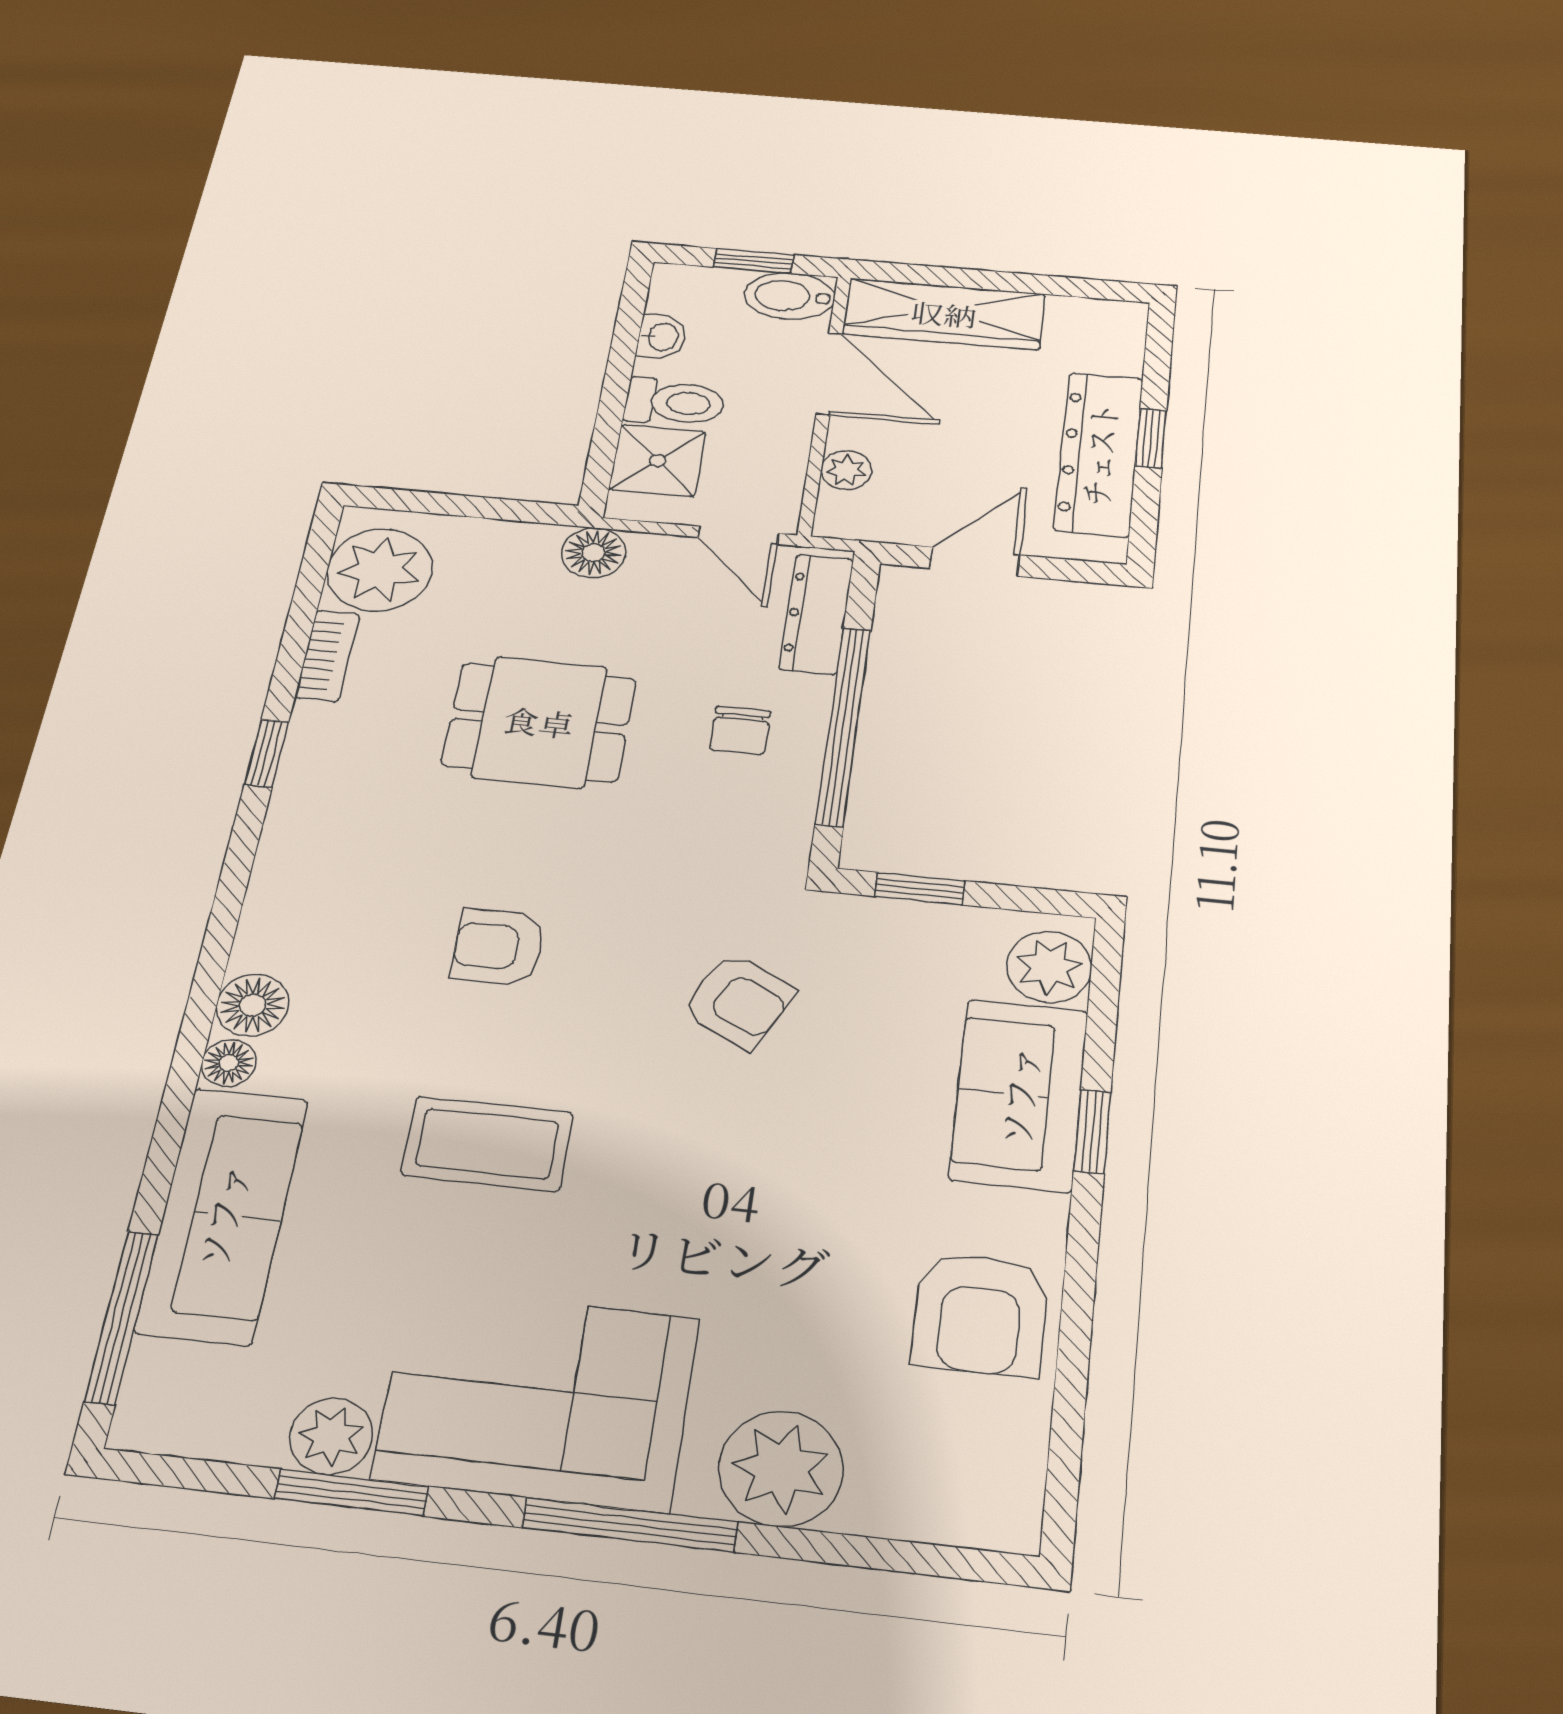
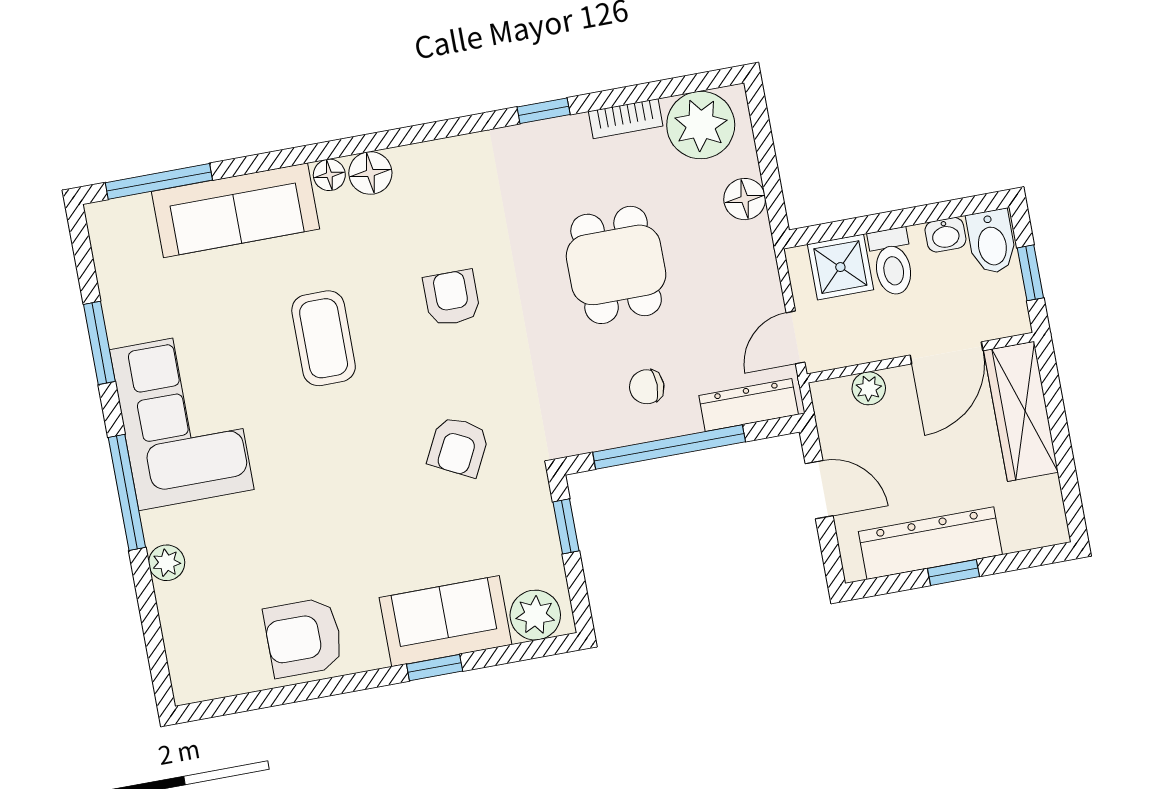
bidet: (789, 296) -> (992, 242), moved, turned 180
floor lamp: (593, 553) -> (745, 199), moved
plant: (331, 1436) -> (127, 320), removed
plant: (781, 1469) -> (167, 563), width x0.53, depth x0.53

